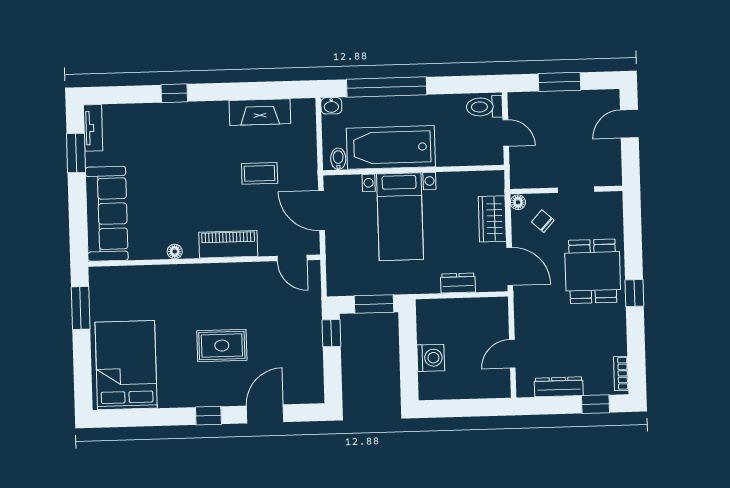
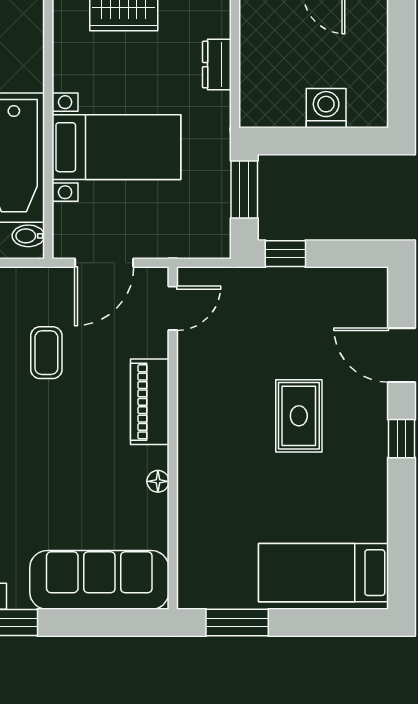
bed: (126, 365) -> (324, 573), width x0.67

